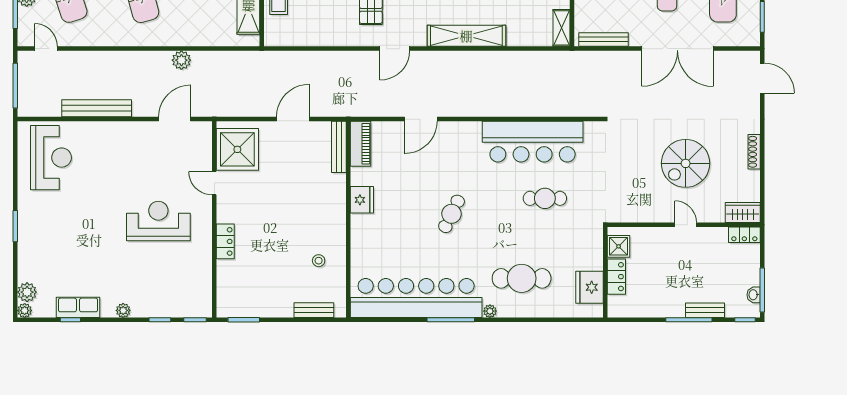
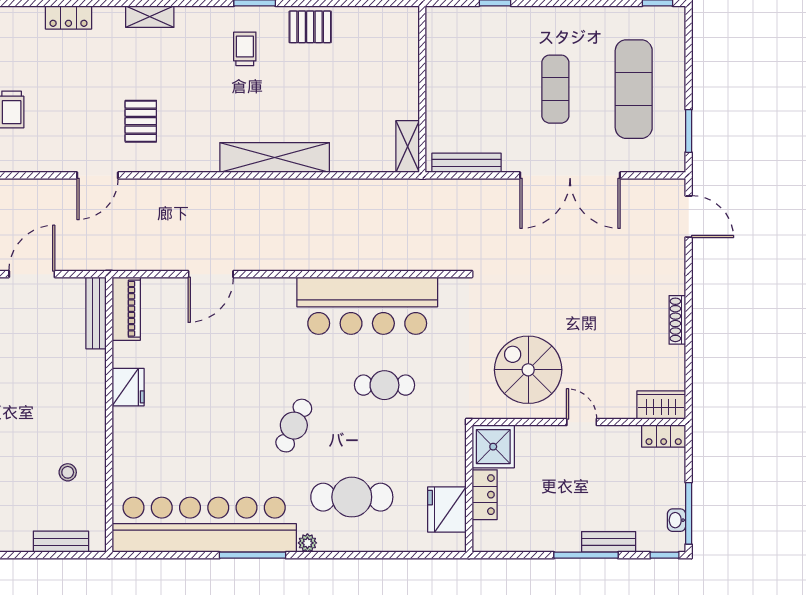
door: (395, 49) -> (98, 175), moved
spiral stairs: (686, 163) -> (528, 370), moved, turned 90
cafe table: (452, 214) -> (294, 426), moved
shower: (619, 246) -> (493, 447), width x1.36, depth x1.36

